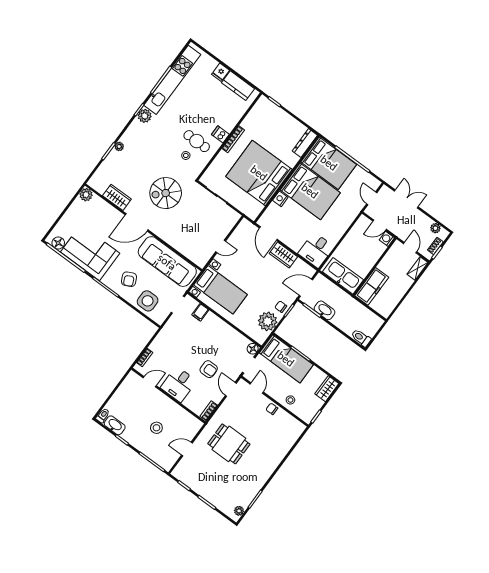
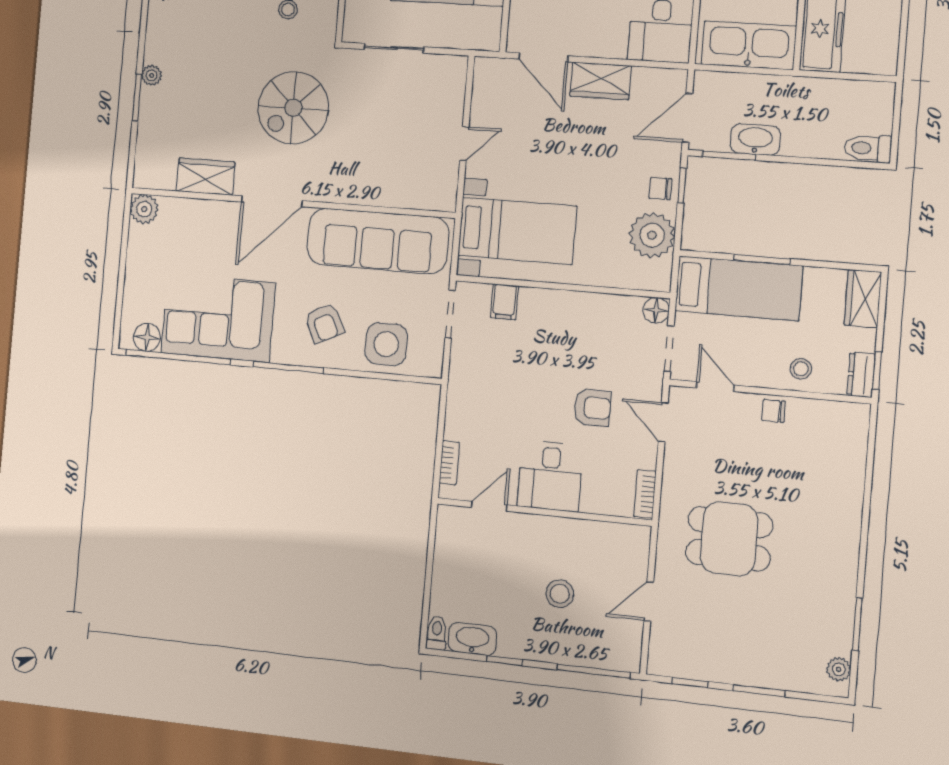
dresser: (310, 415) -> (861, 375), added

